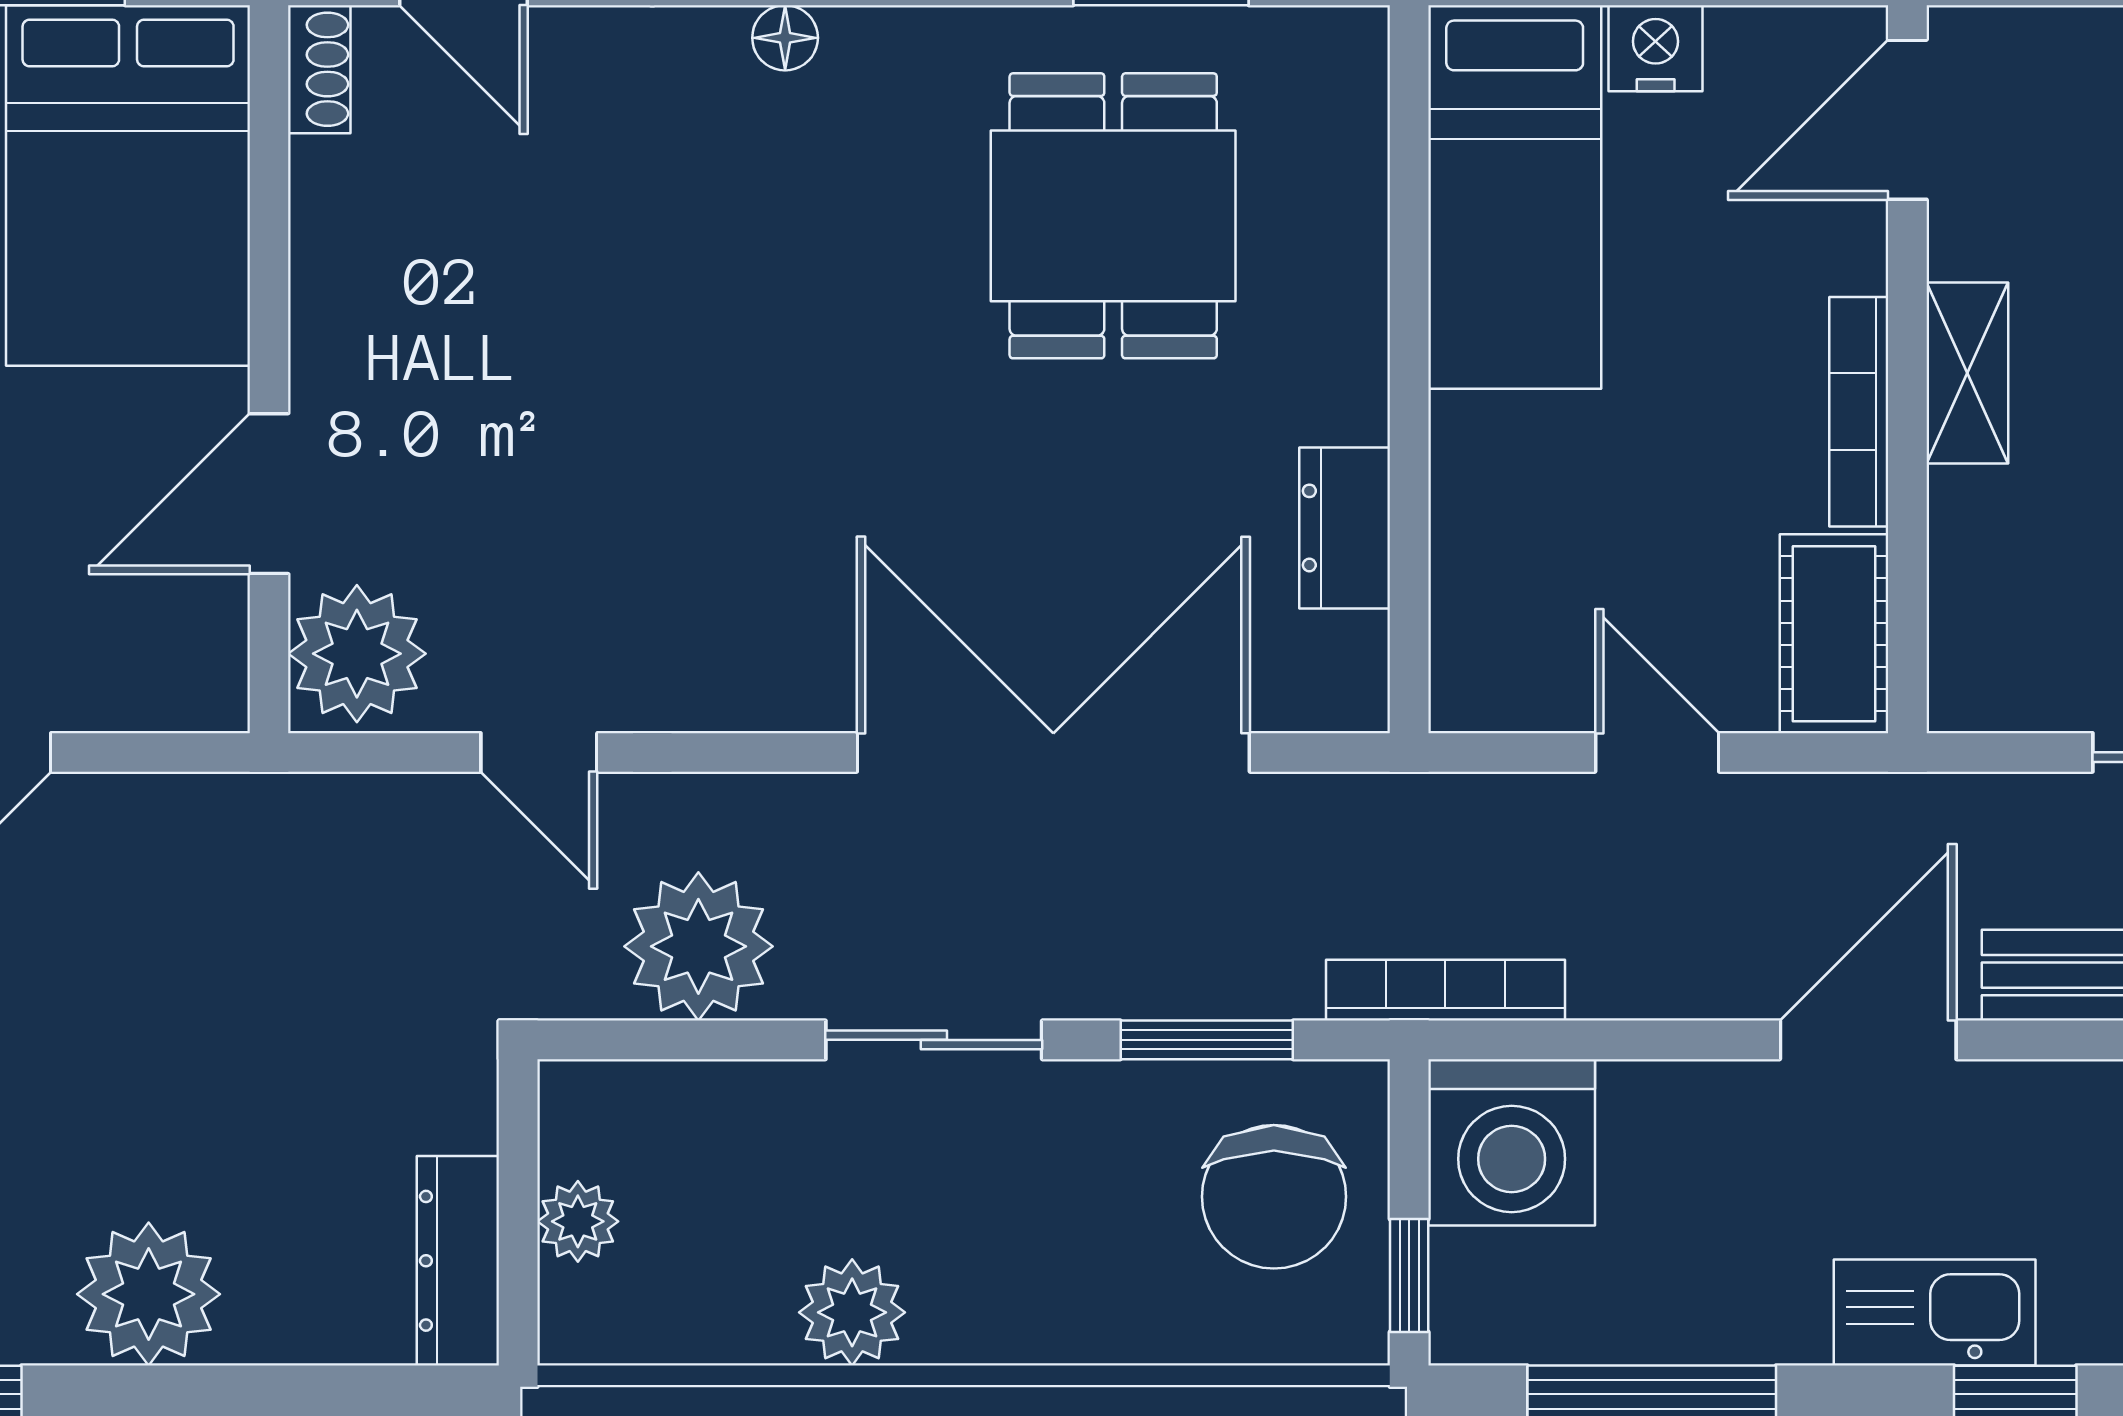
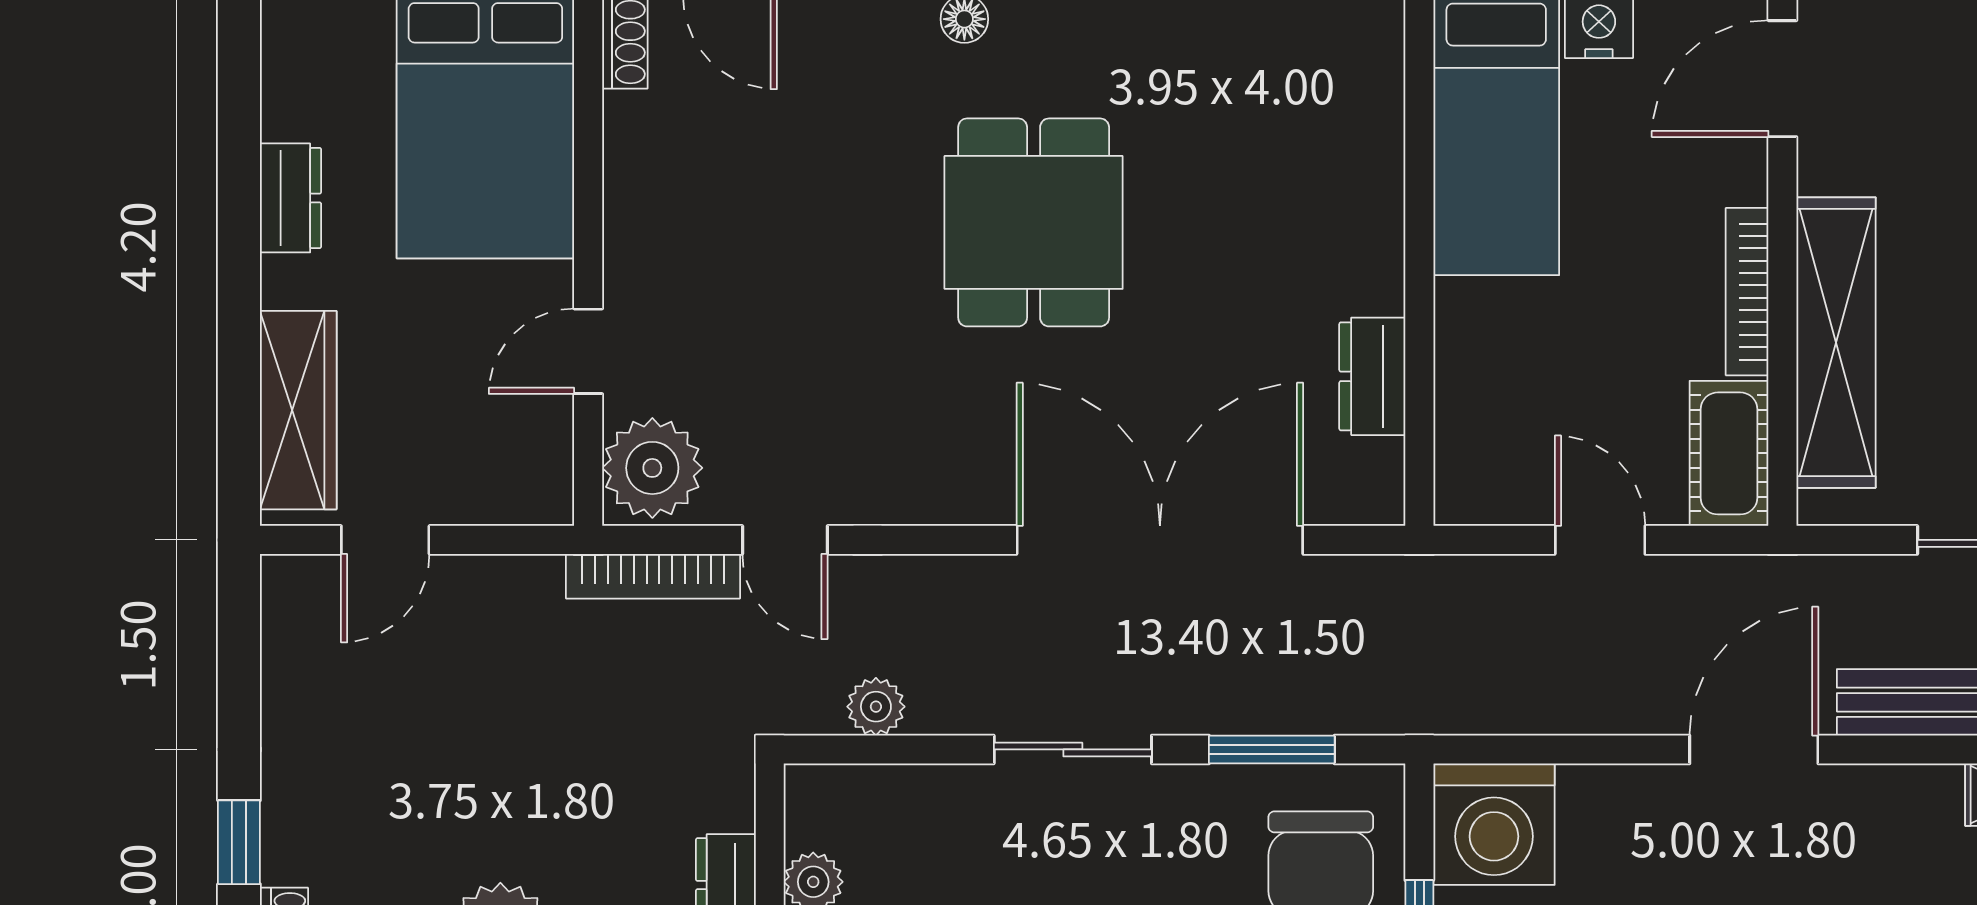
dining table: (1113, 216) -> (1034, 222), moved
shelving: (1967, 373) -> (1836, 343), width x2.20, depth x1.33
door: (269, 494) -> (588, 351), width x0.73
plant: (698, 946) -> (876, 707), width x0.53, depth x0.53
bookcase: (1445, 990) -> (653, 576), moved, turned 180

